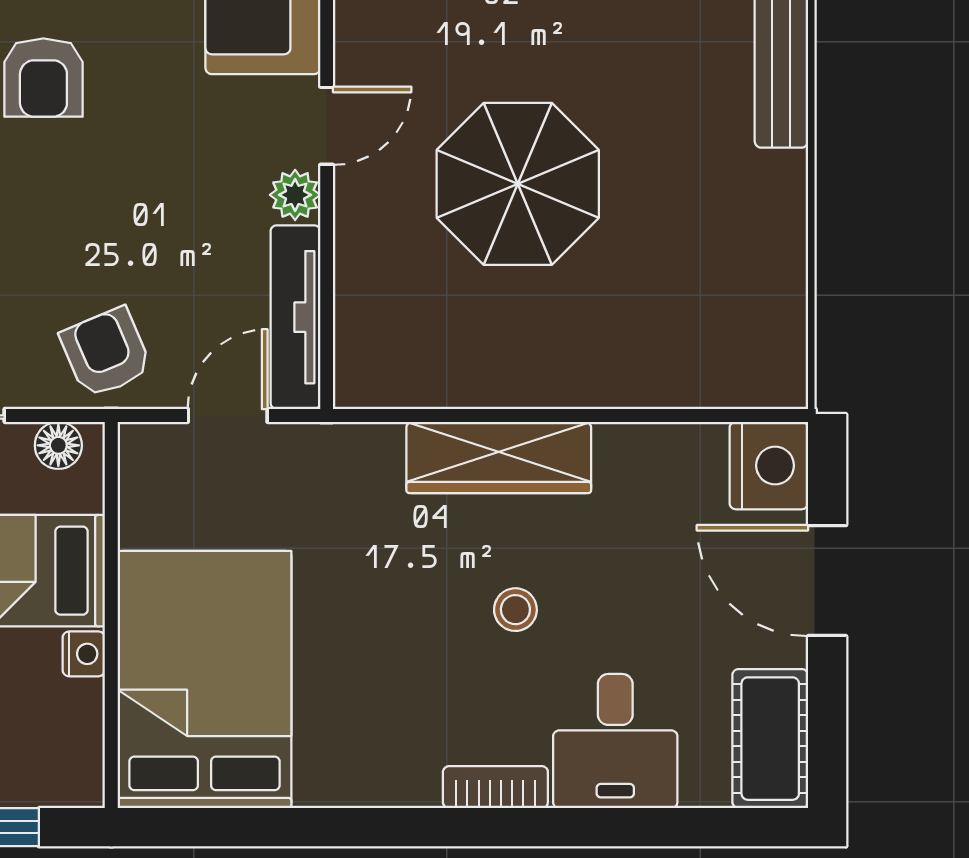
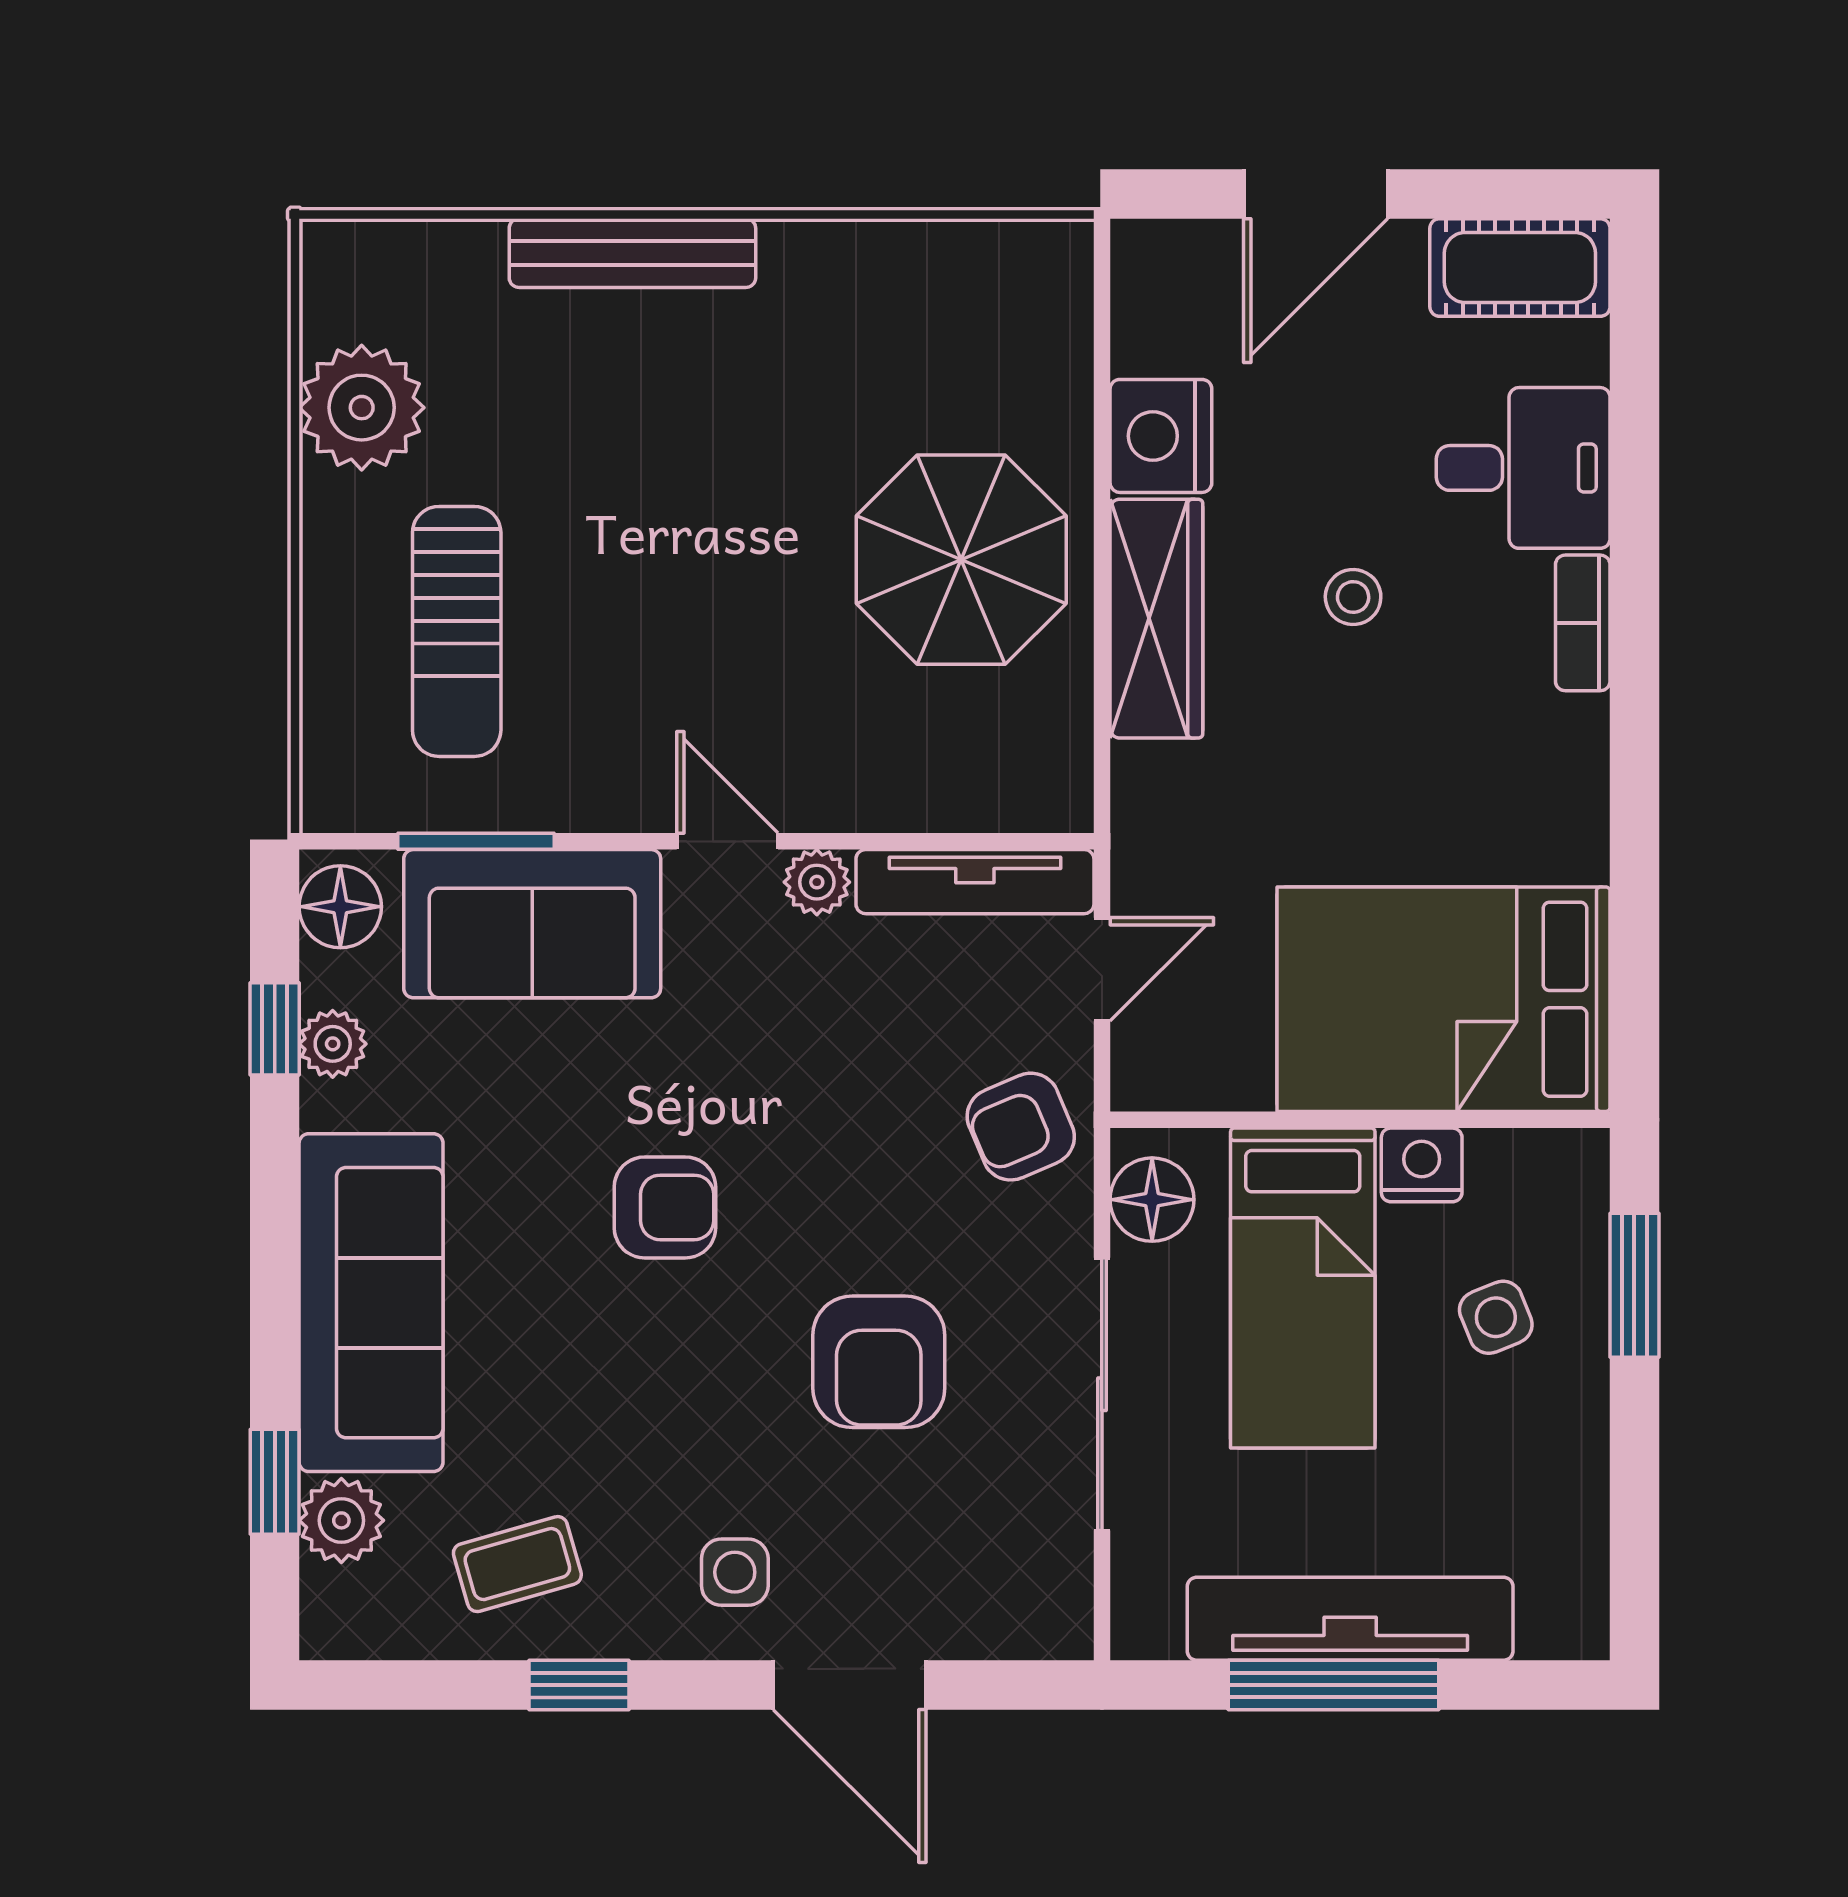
parasol: (518, 184) -> (961, 560), moved
door: (228, 415) -> (1102, 969), swing flipped
floor lamp: (58, 445) -> (1152, 1200), width x1.37, depth x1.37
nightstand: (769, 466) -> (1161, 436), moved, turned -90
nightstand: (84, 654) -> (1422, 1165), width x1.39, depth x1.35

